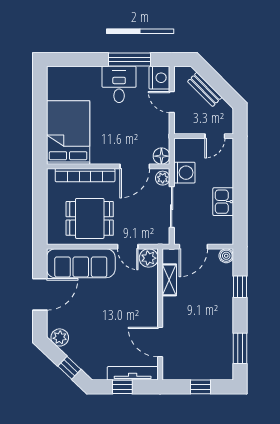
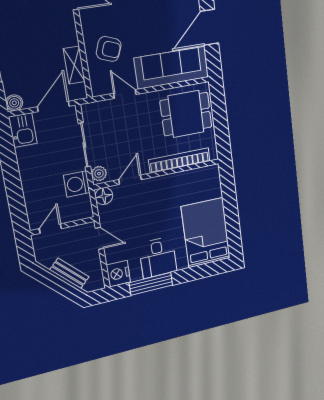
door: (172, 102) -> (100, 238), moved
bed: (68, 132) -> (206, 233), moved, turned 180
door: (135, 166) -> (130, 180), width x0.73
kitchen sink: (223, 202) -> (23, 130), moved
dining table: (90, 218) -> (186, 114), moved
plant: (149, 258) -> (101, 85), removed
armchair: (136, 289) -> (109, 49), added

